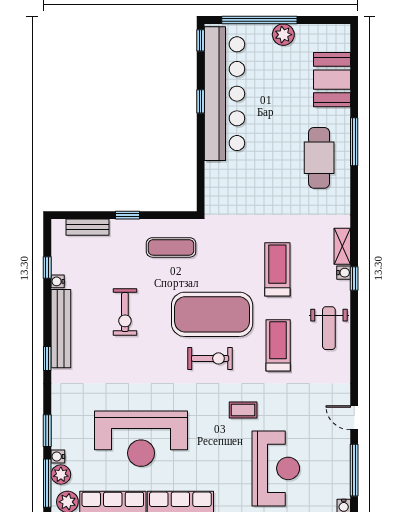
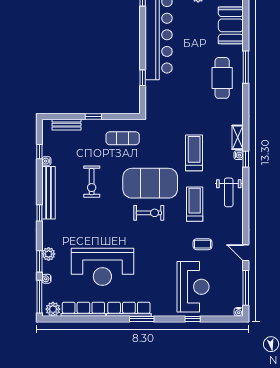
window: (201, 101) -> (143, 78), moved
coffee table: (243, 410) -> (202, 244), moved
plant: (61, 475) -> (49, 254), moved

